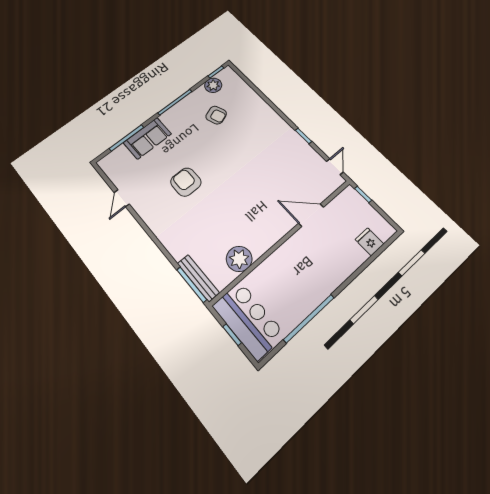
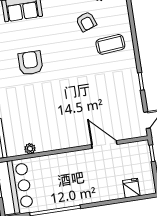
coffee table: (252, 121) -> (110, 44), added
plant: (239, 259) -> (30, 149), width x0.53, depth x0.53

